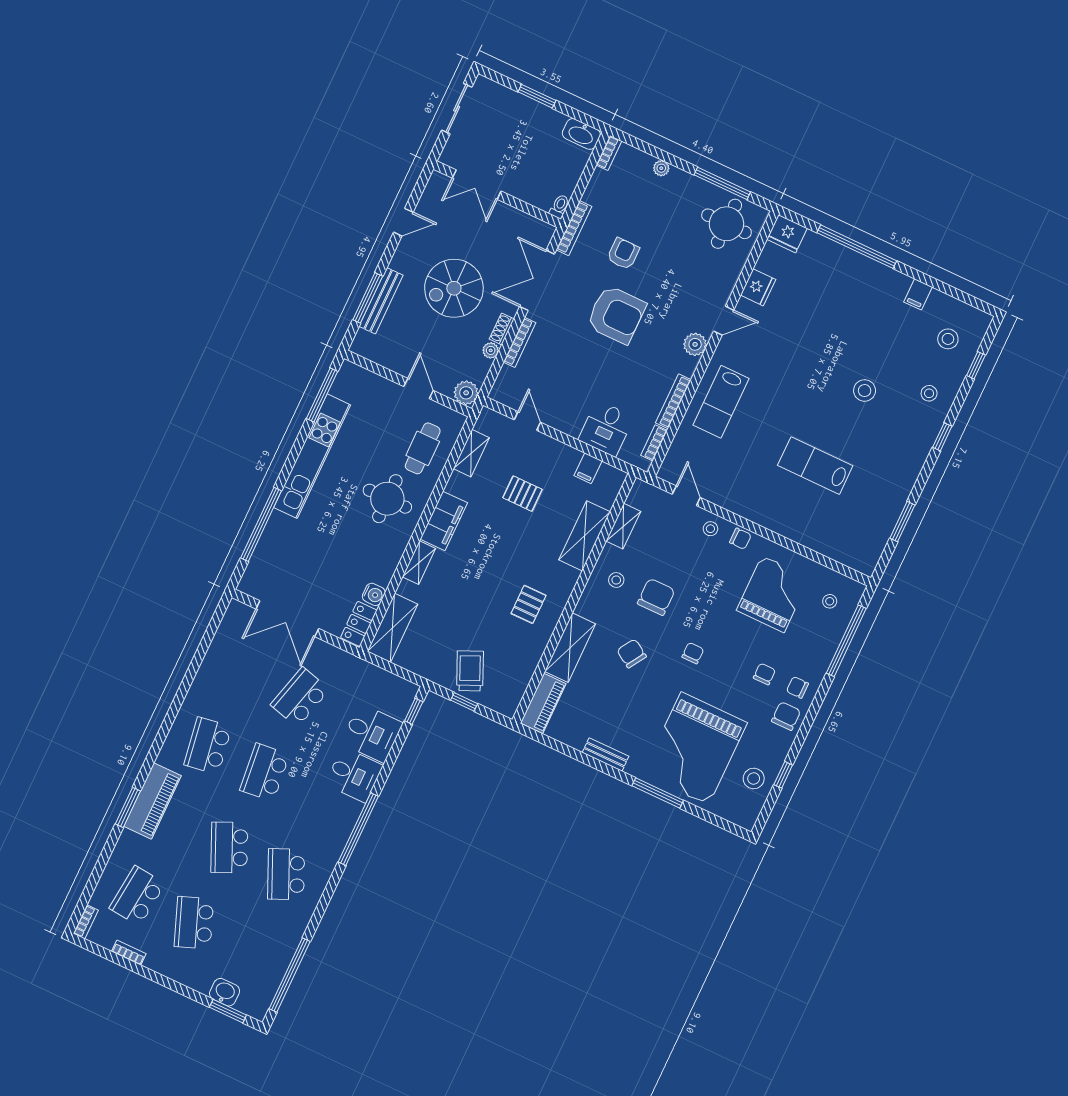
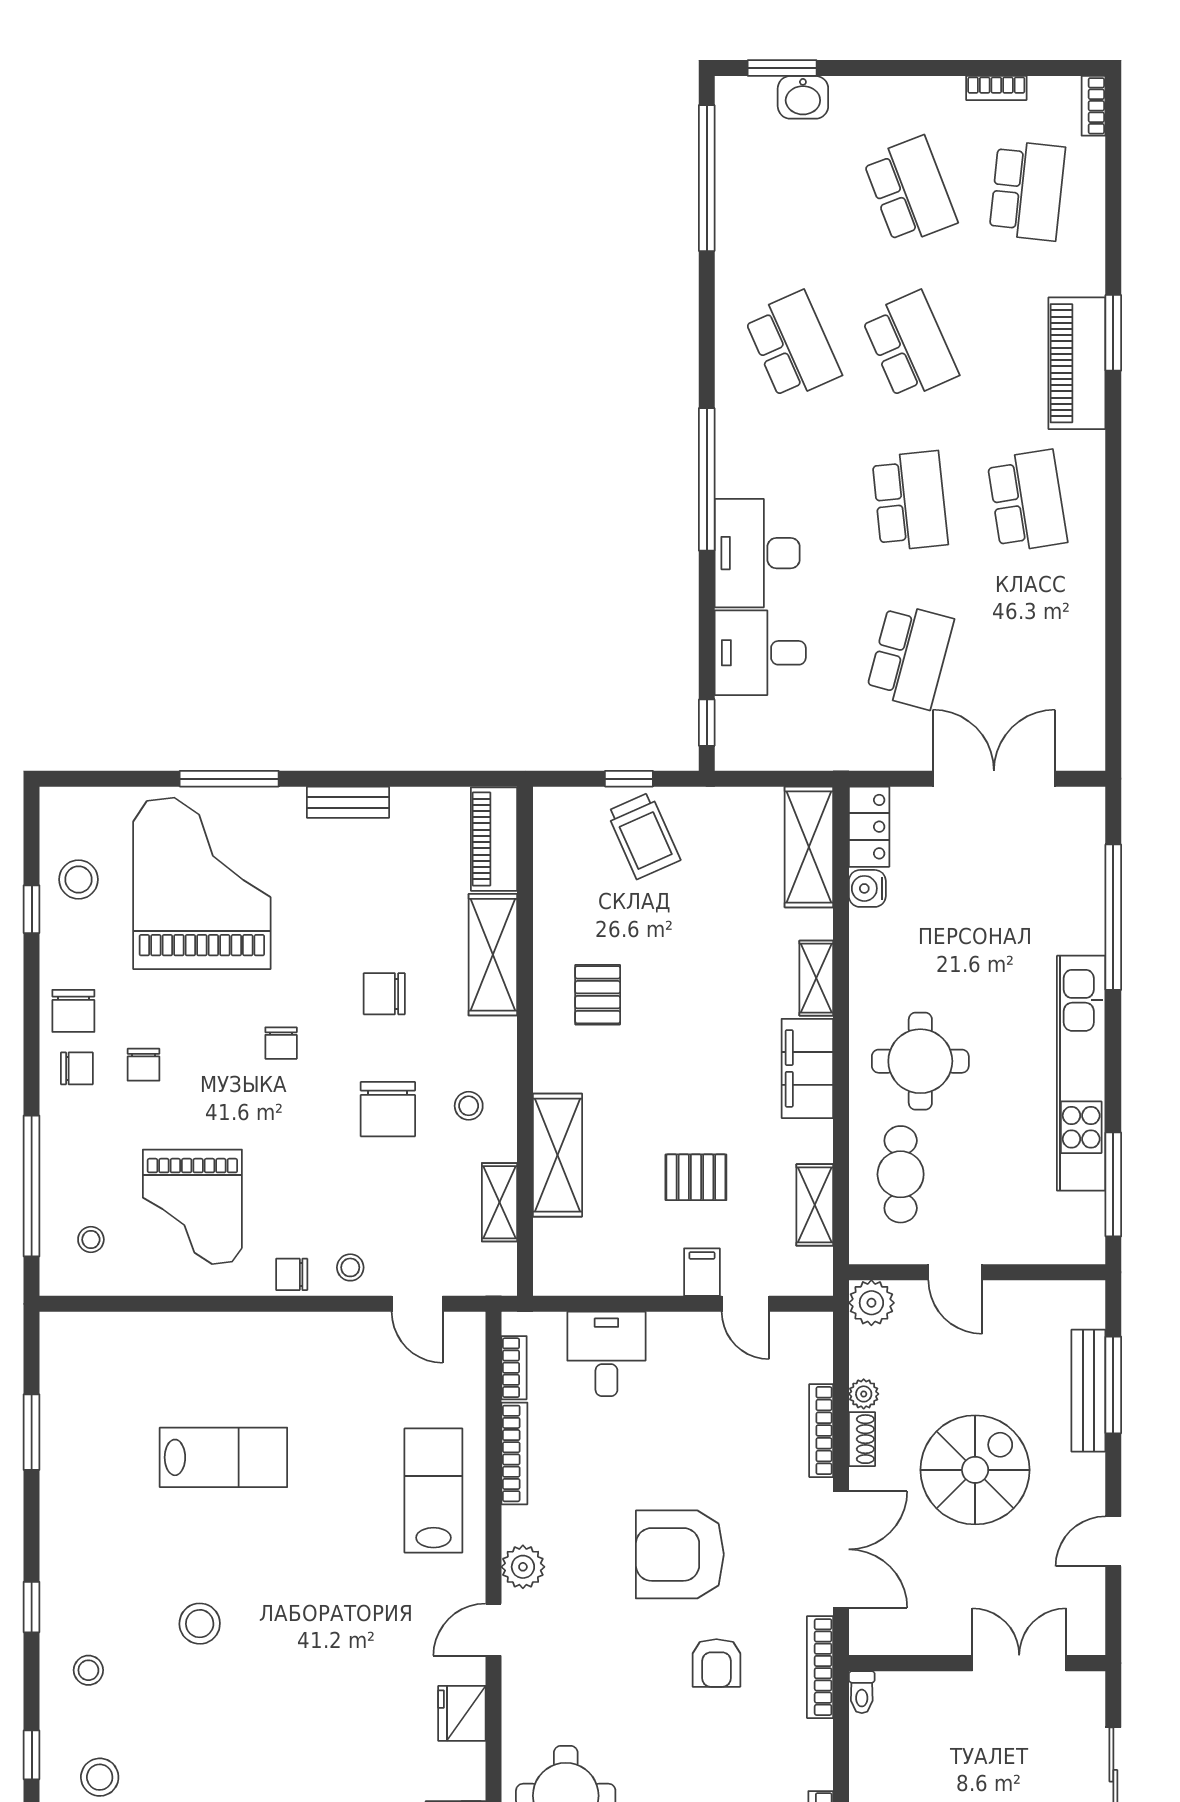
filing cabinet: (588, 468) -> (702, 1272), moved
chair: (632, 653) -> (384, 994), turned 148
desk: (354, 775) -> (757, 553), width x1.37

